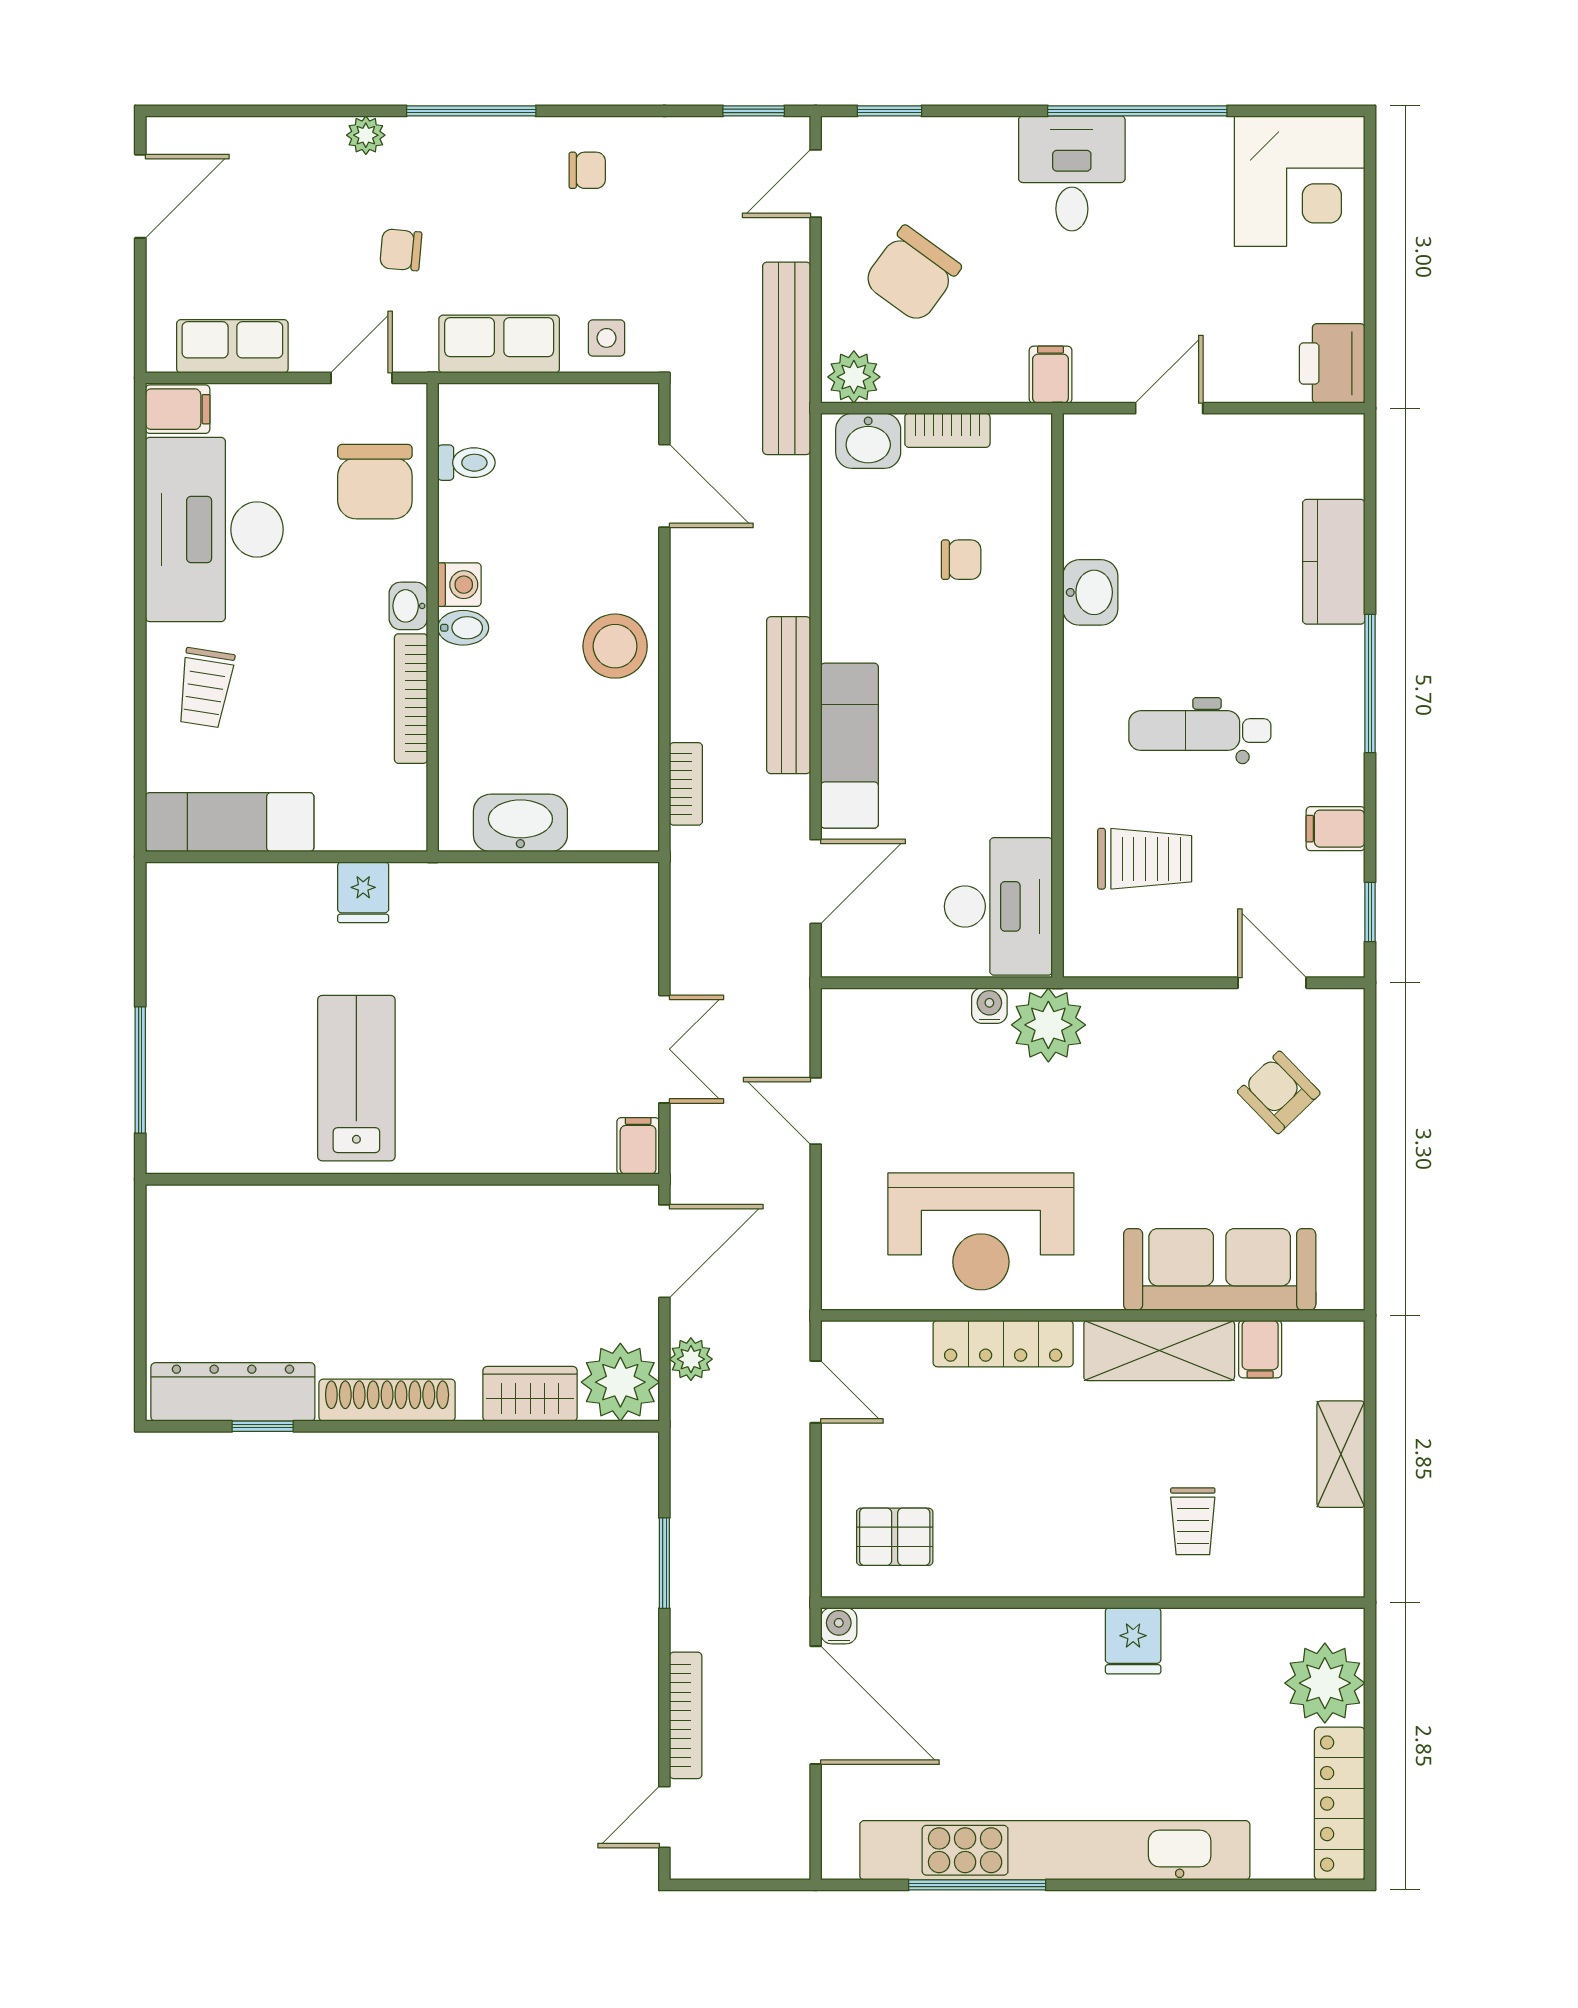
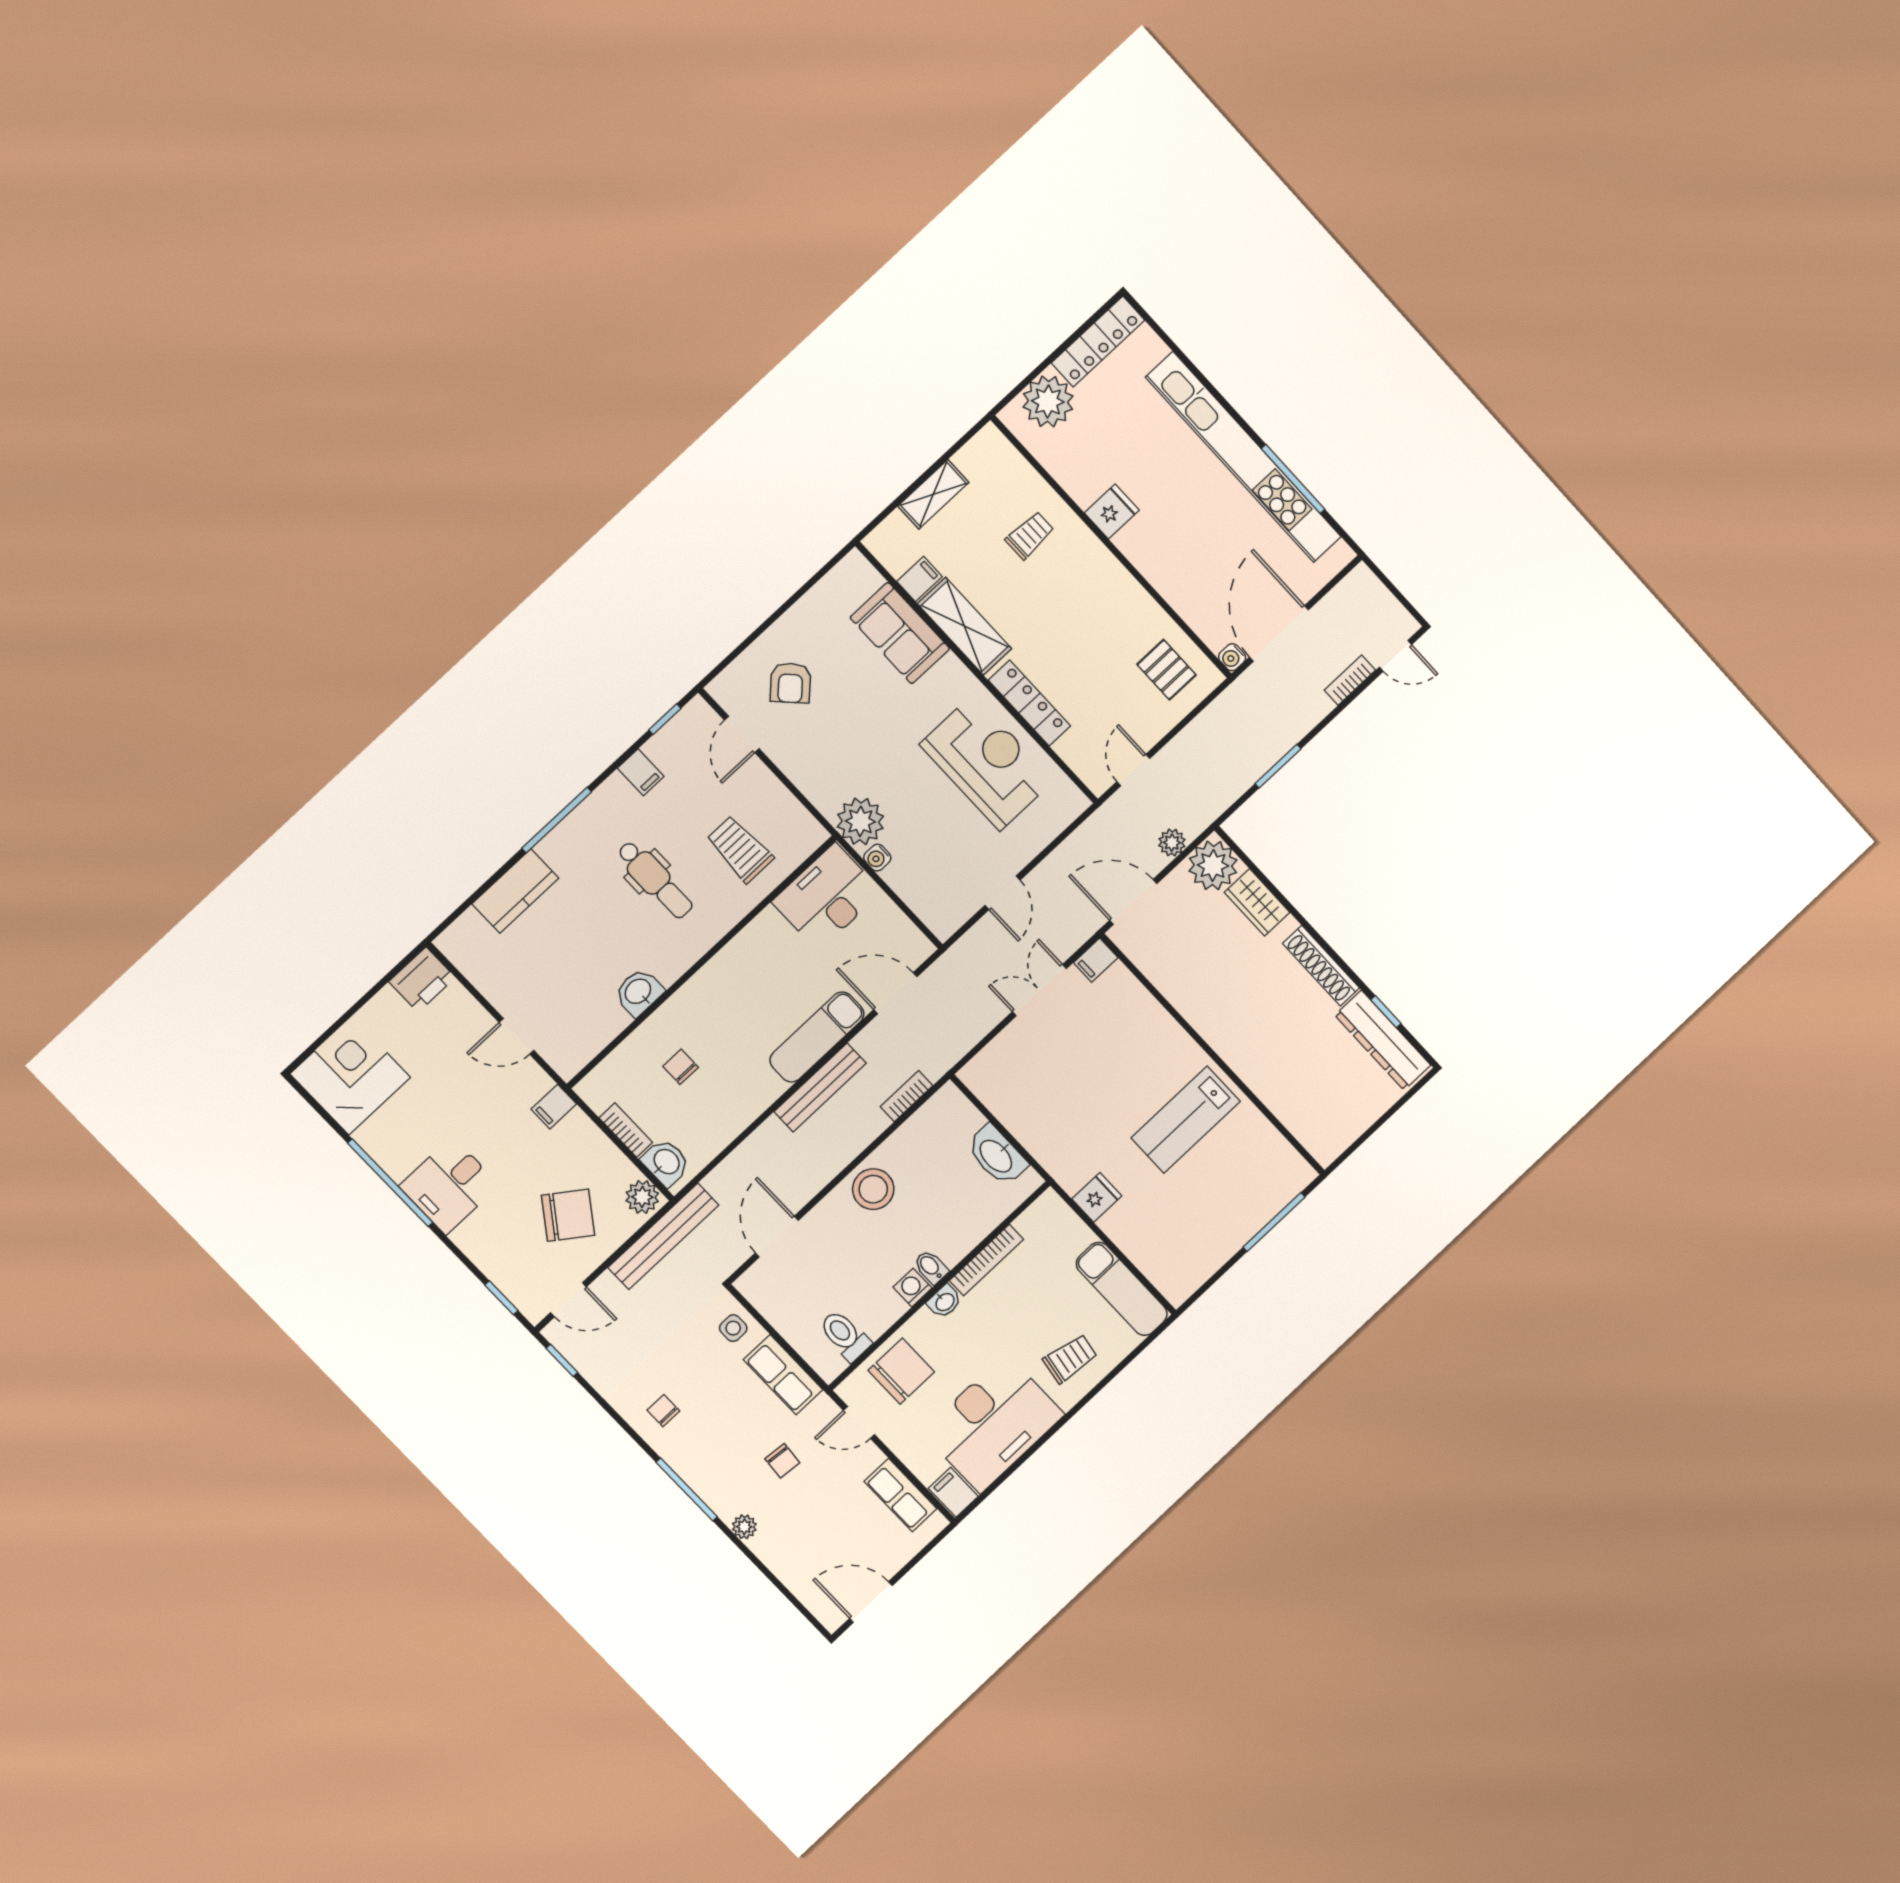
toilet: (466, 463) -> (845, 1335), width x1.37, depth x1.39
sofa: (1220, 1269) -> (900, 633), width x0.73
bookcase: (686, 1715) -> (1350, 680), width x0.64

